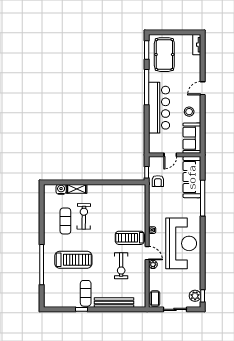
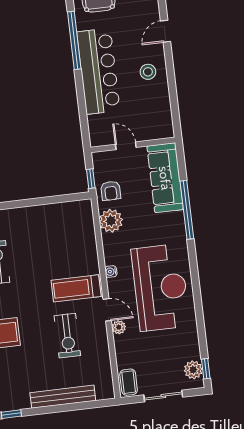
sofa: (192, 138) -> (158, 114), removed
door: (170, 155) -> (126, 146), swing flipped
plant: (156, 199) -> (111, 221), added
exercise mat: (86, 293) -> (15, 387), removed

